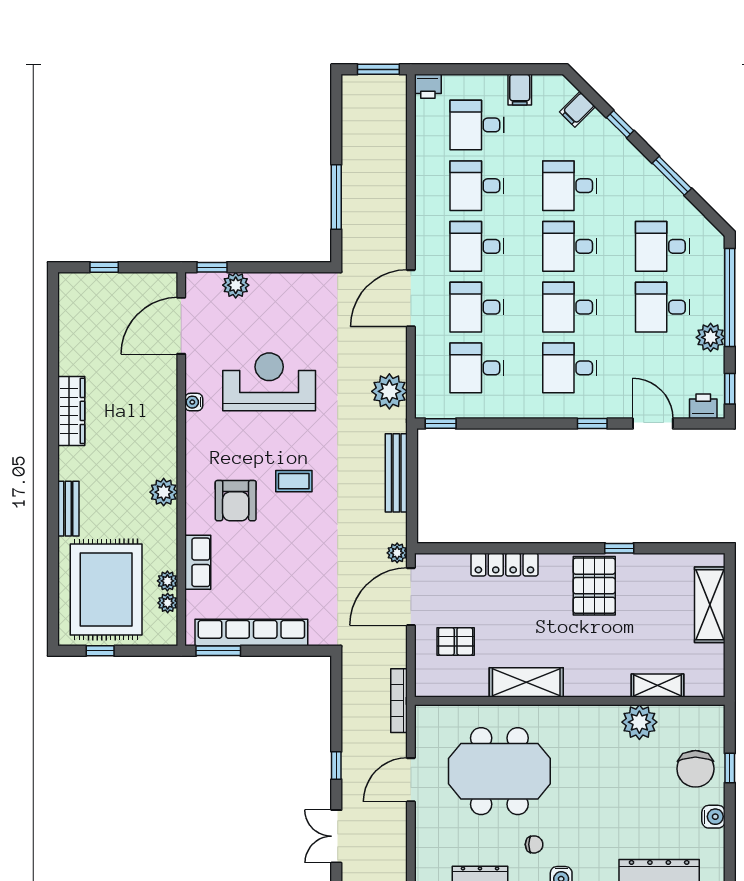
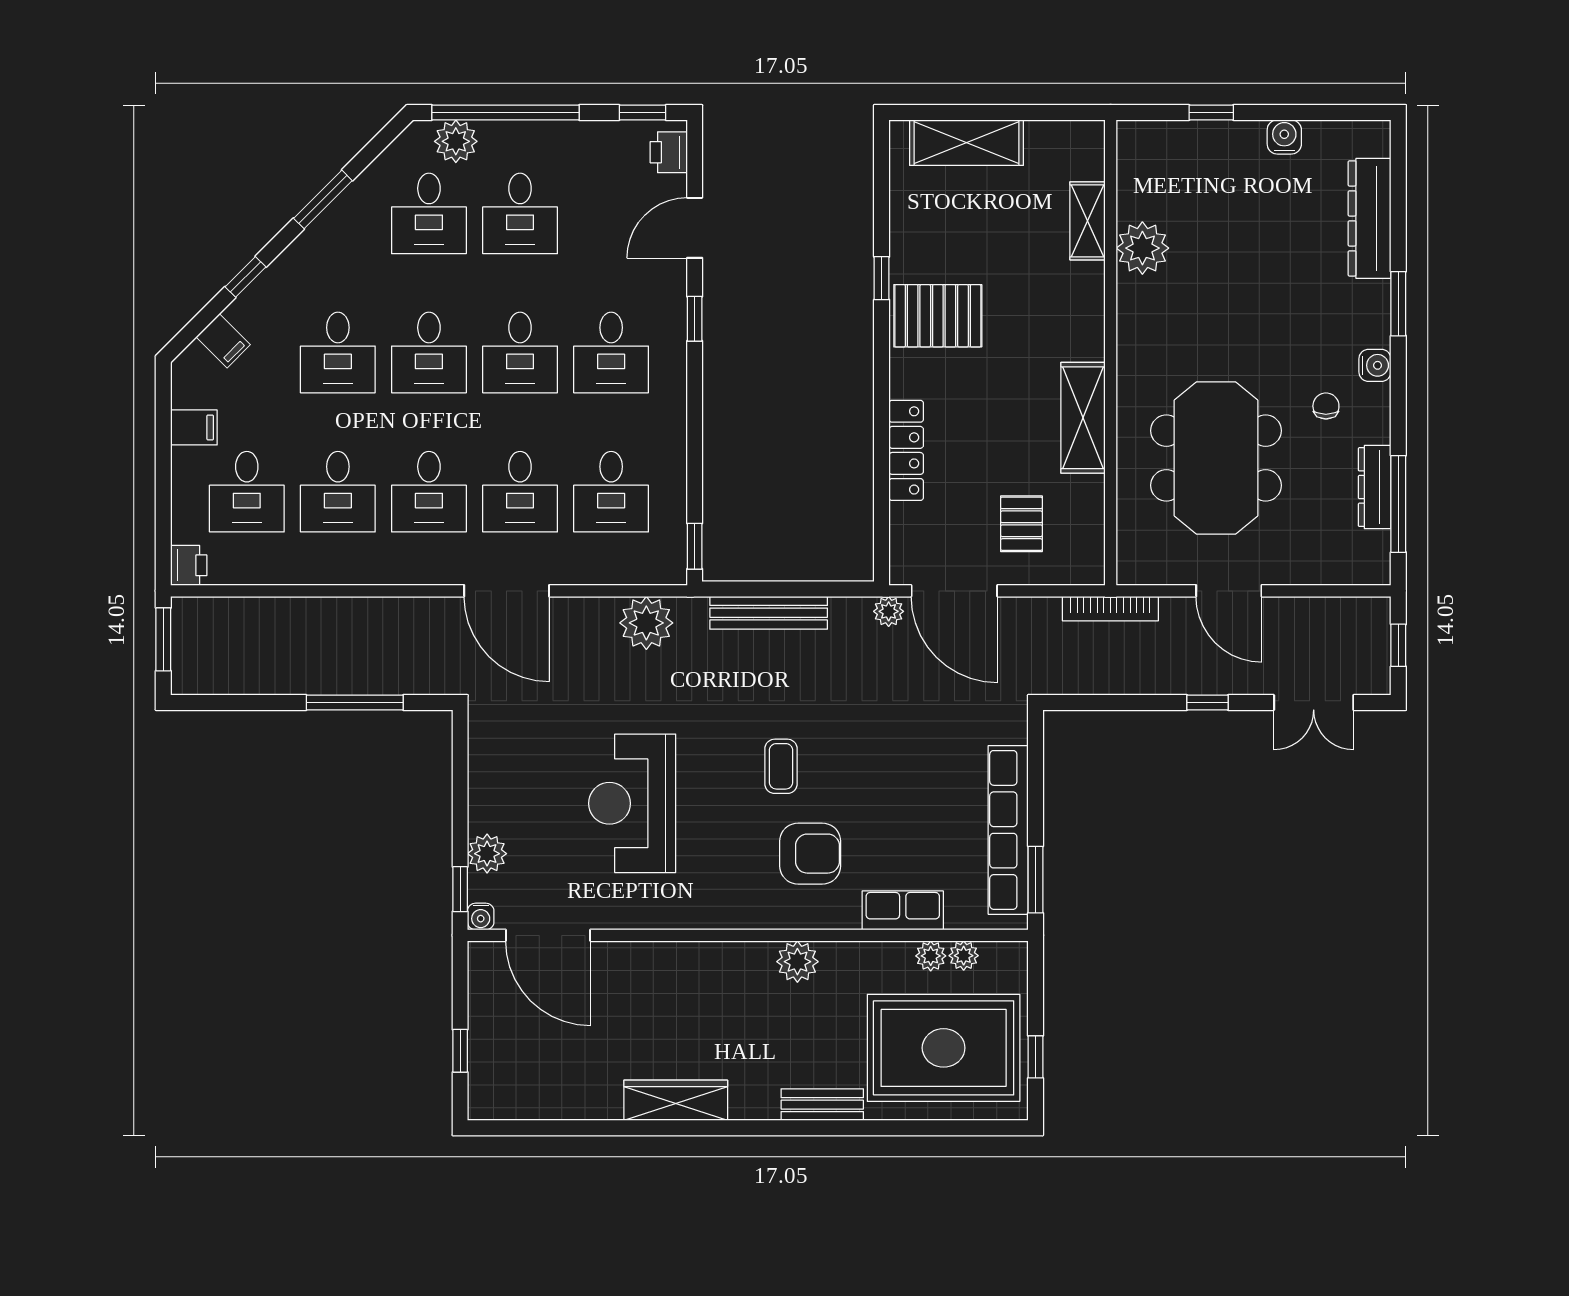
plant: (711, 337) -> (456, 141), moved
water cooler: (194, 402) -> (481, 916), moved
chair: (695, 769) -> (1212, 164), removed

